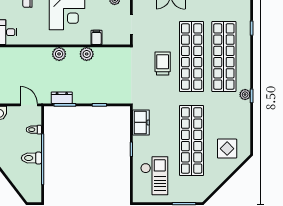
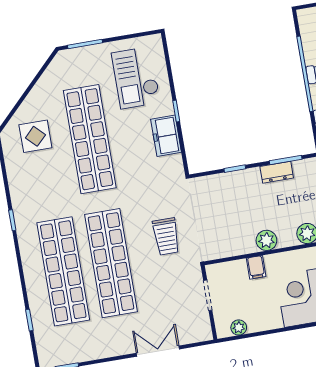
trolley: (163, 63) -> (166, 236), moved
plant: (245, 95) -> (22, 221), removed
dresser: (62, 98) -> (277, 172), moved
freezer: (141, 122) -> (166, 136), moved

